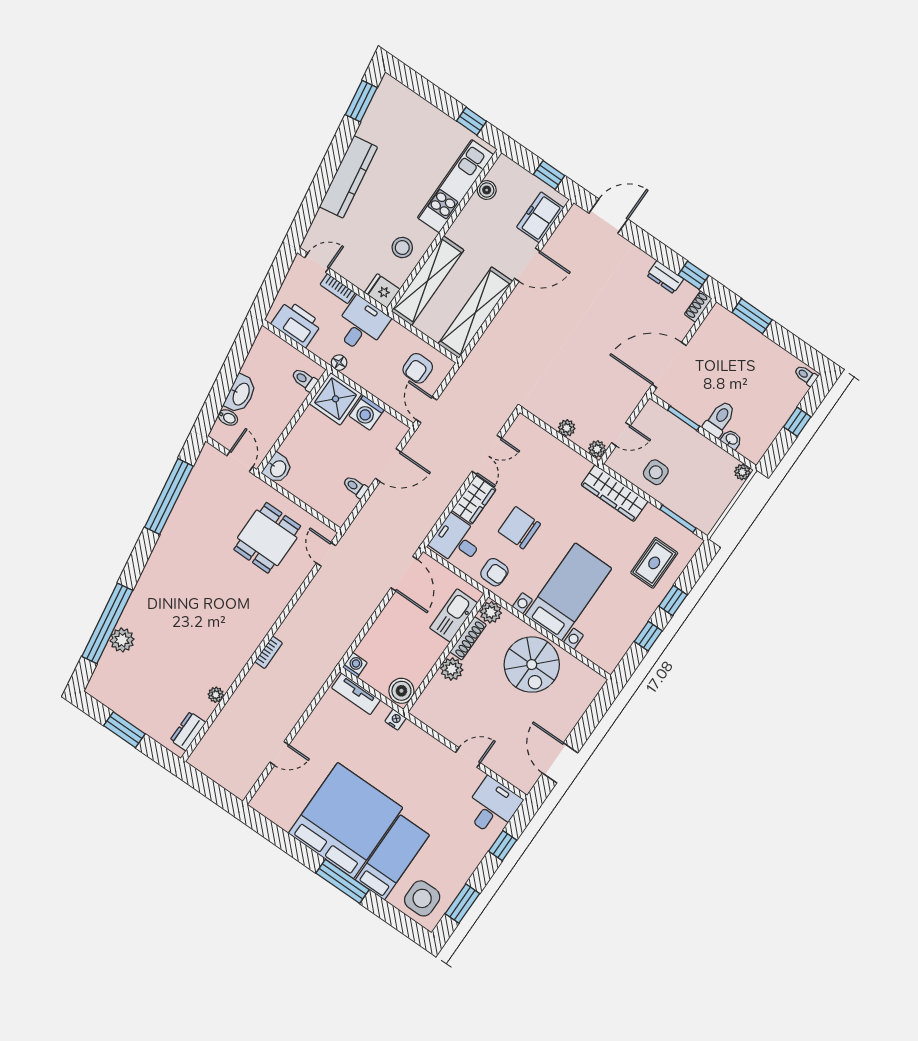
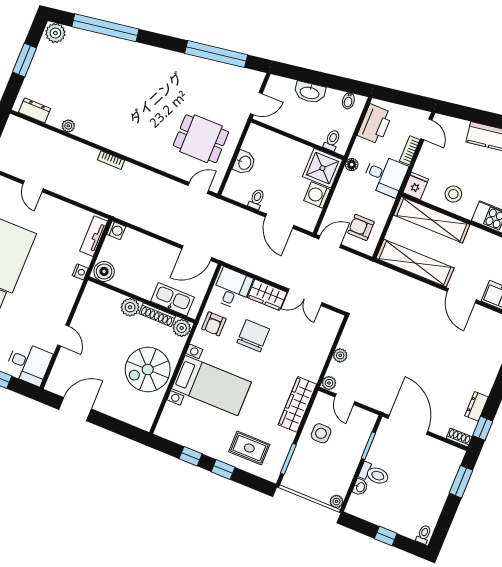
bidet: (228, 418) -> (348, 101), moved
washbasin: (278, 468) -> (244, 163), moved, turned -90
plant: (122, 640) -> (55, 33), moved

